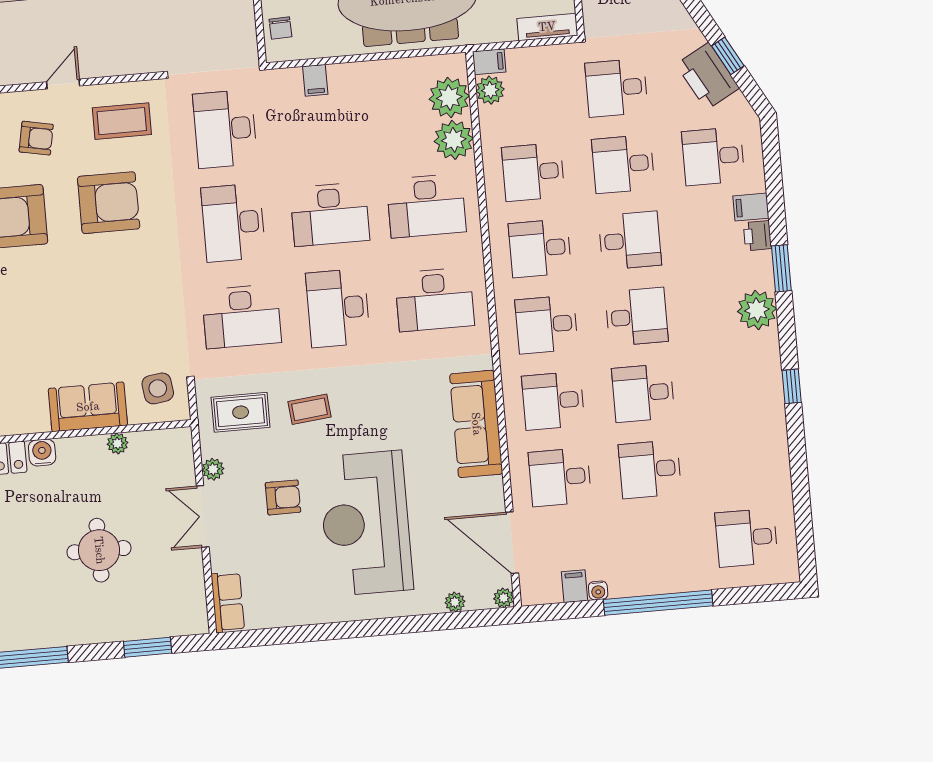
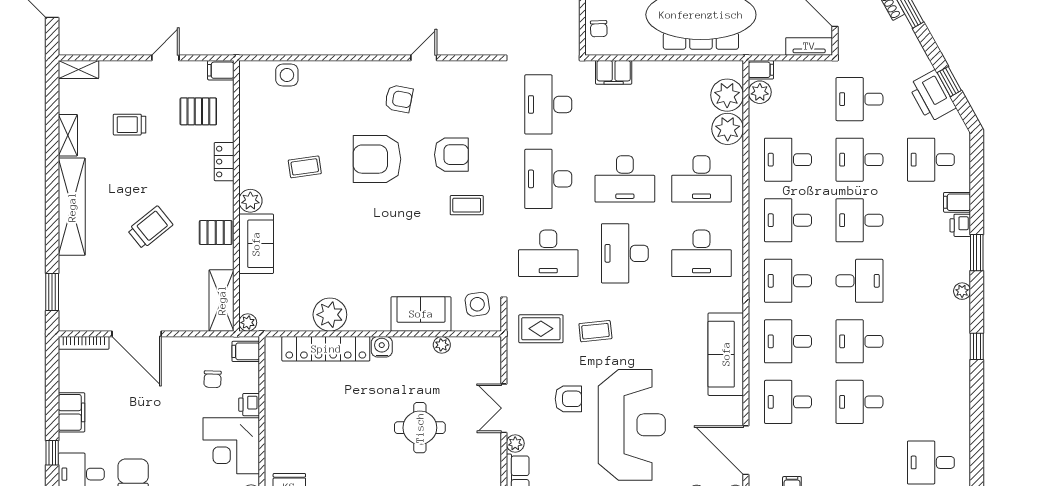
filing cabinet: (315, 80) -> (614, 72), width x2.00
coffee table: (122, 121) -> (467, 205), moved, width x0.73, depth x0.77
armchair: (109, 203) -> (451, 155), width x0.73, depth x0.73
desk: (630, 240) -> (859, 220), turned 180
plant: (757, 310) -> (962, 291), width x0.53, depth x0.53
plant: (213, 469) -> (515, 443), moved
reception desk: (366, 523) -> (632, 425), turned 180

